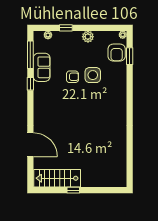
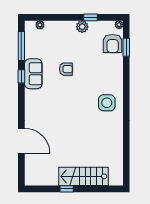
window: (66, 28) -> (90, 17), moved
sofa: (42, 67) -> (33, 74), moved
side table: (93, 75) -> (107, 103), moved
stairs: (57, 178) -> (83, 176), moved

